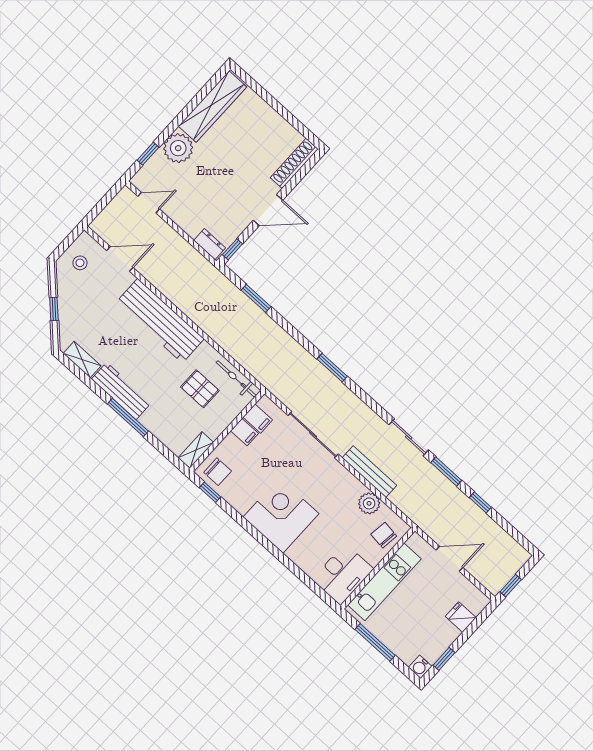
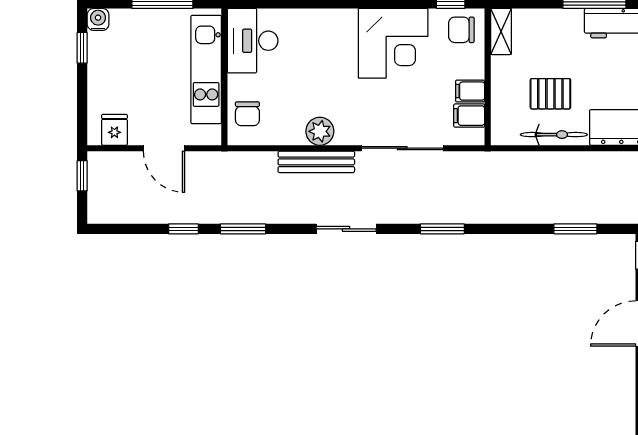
bicycle: (236, 379) -> (554, 135), moved
sliding door: (409, 437) -> (346, 229), moved
plant: (369, 503) -> (320, 131), moved
corner desk: (281, 515) -> (393, 43), moved
chair: (384, 535) -> (247, 114), turned 83
door: (449, 559) -> (164, 148), hinge flipped
fridge: (461, 617) -> (114, 130), moved, turned -90

